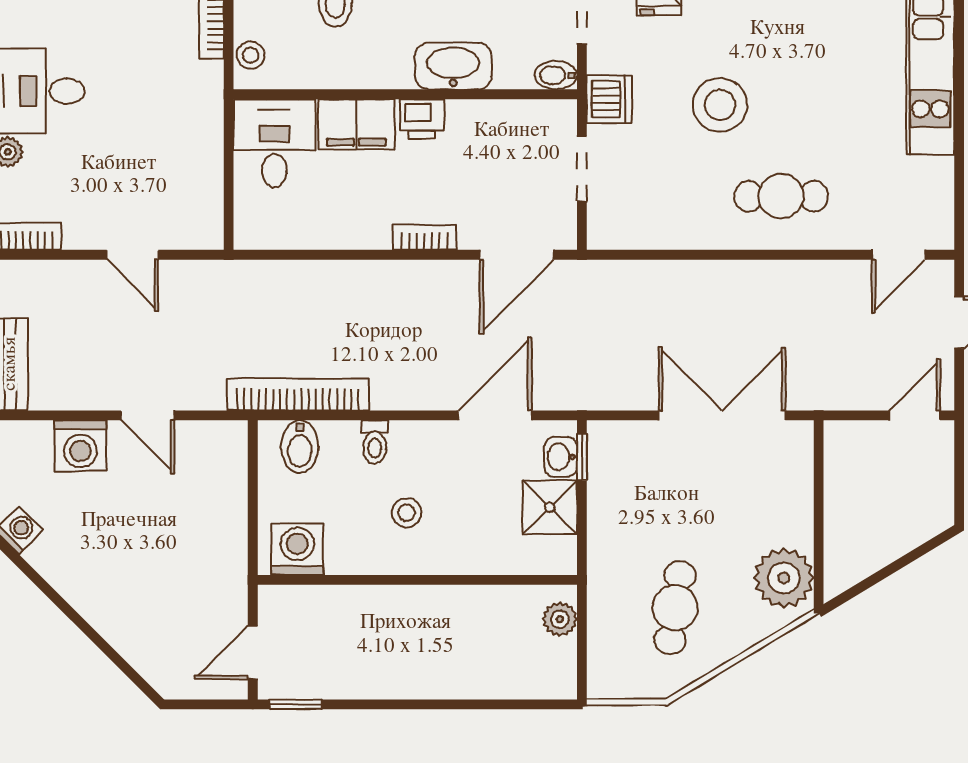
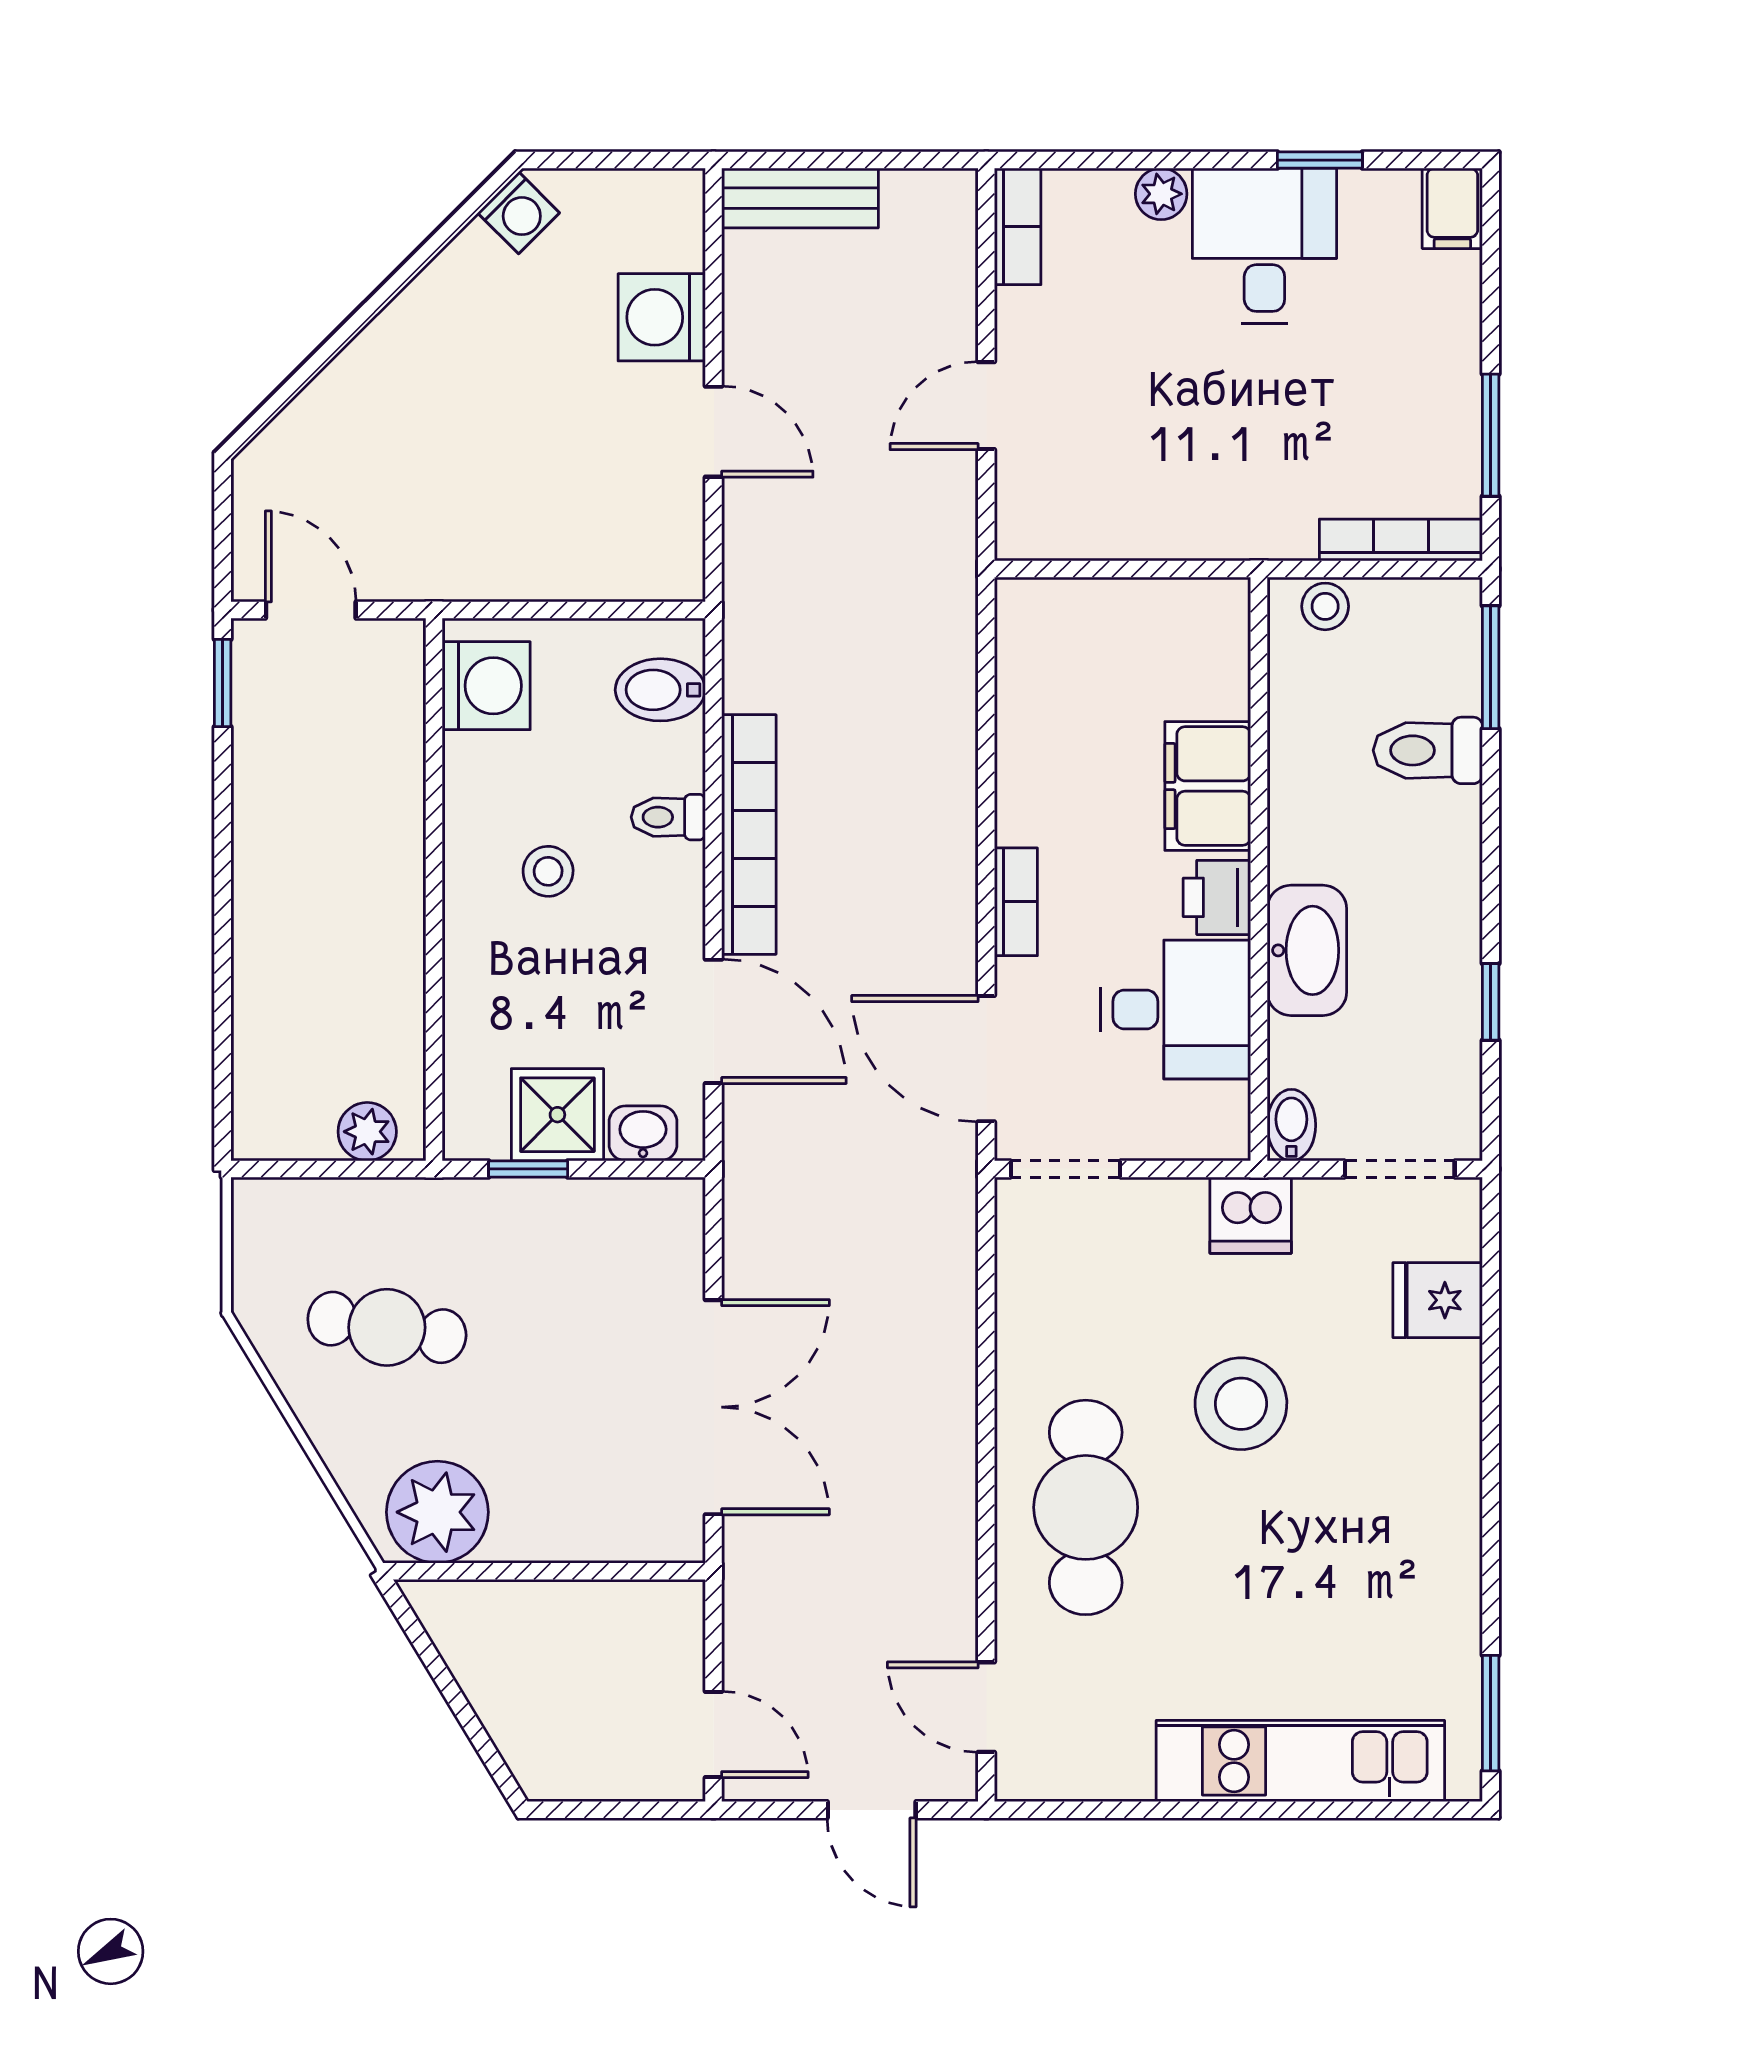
desk: (274, 143) -> (1176, 1009), moved
doorway: (582, 169) -> (1065, 1169), moved
cafe table: (781, 196) -> (1086, 1507), width x1.37, depth x1.35
bookcase: (298, 395) -> (749, 835), moved
door: (148, 415) -> (714, 432), swing flipped
window: (582, 457) -> (528, 1169), moved

